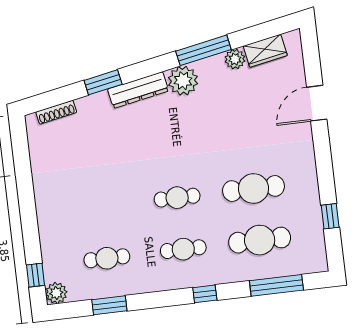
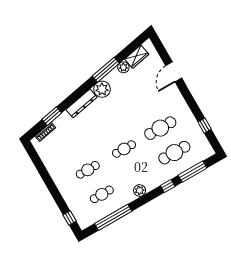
window: (103, 82) -> (52, 116), moved
cafe table: (183, 249) -> (88, 170), moved
plant: (56, 293) -> (140, 191), moved
window: (205, 294) -> (168, 186), moved
window: (109, 305) -> (113, 217), width x2.11

